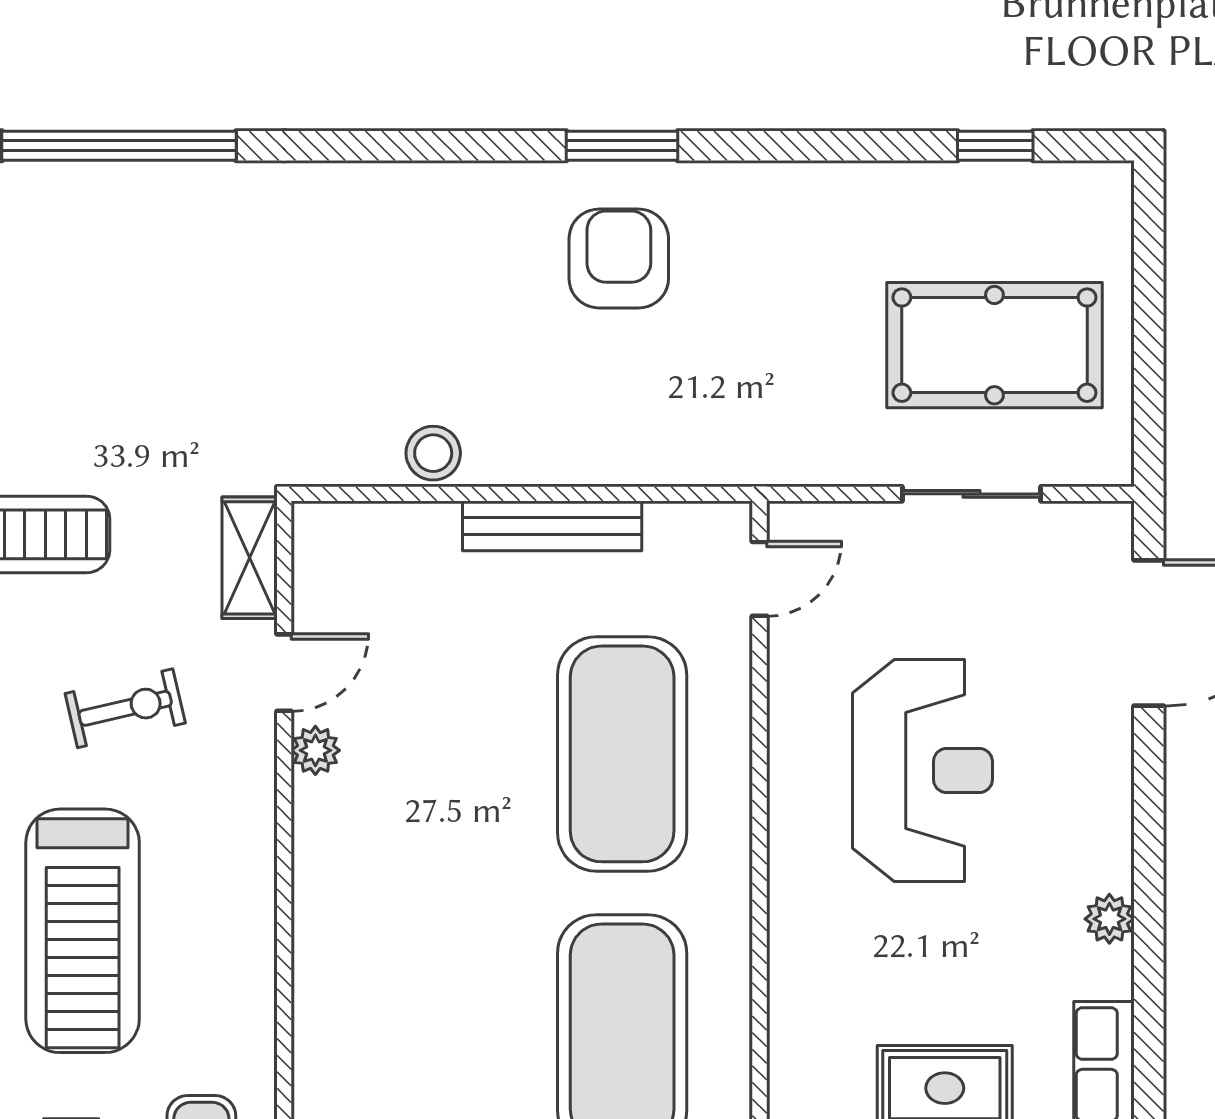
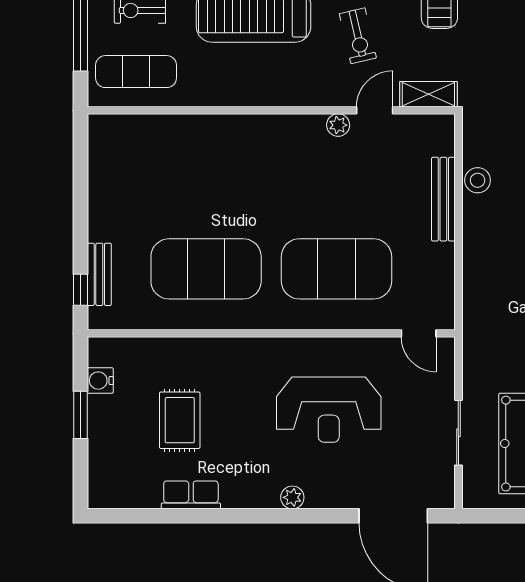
bench: (552, 526) -> (443, 199), moved
door: (284, 673) -> (375, 110), swing flipped
plant: (1109, 919) -> (292, 497), moved

